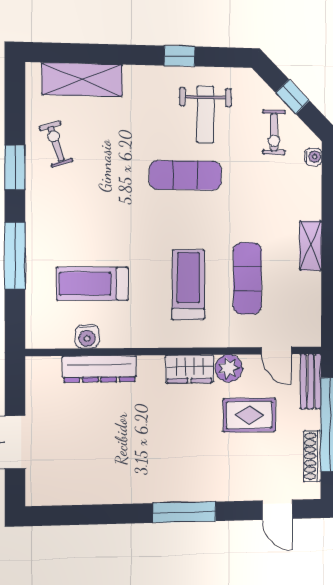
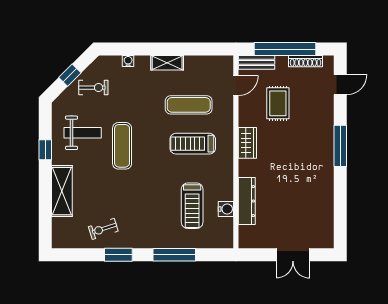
shelving: (82, 80) -> (62, 191), moved
water cooler: (313, 157) -> (128, 61), moved
plant: (229, 368) -> (247, 117), removed

